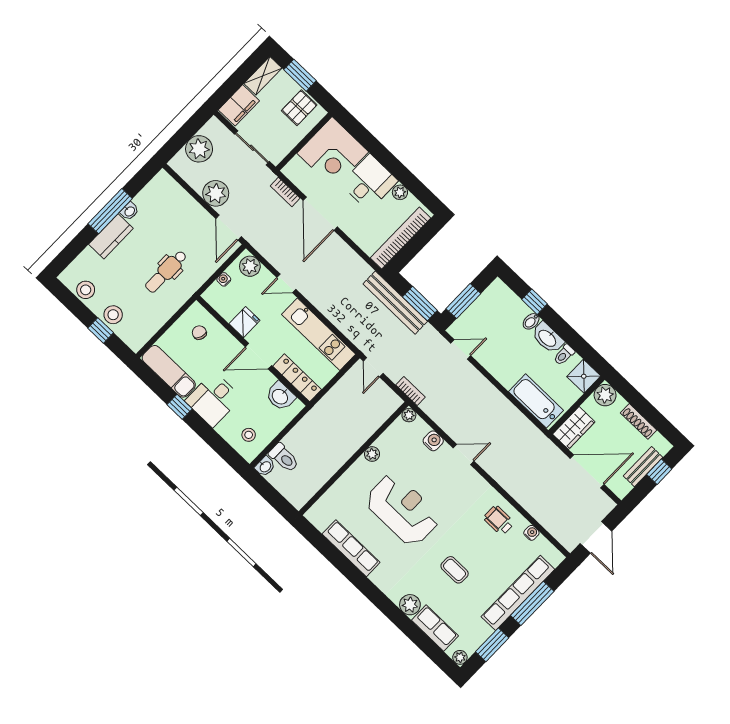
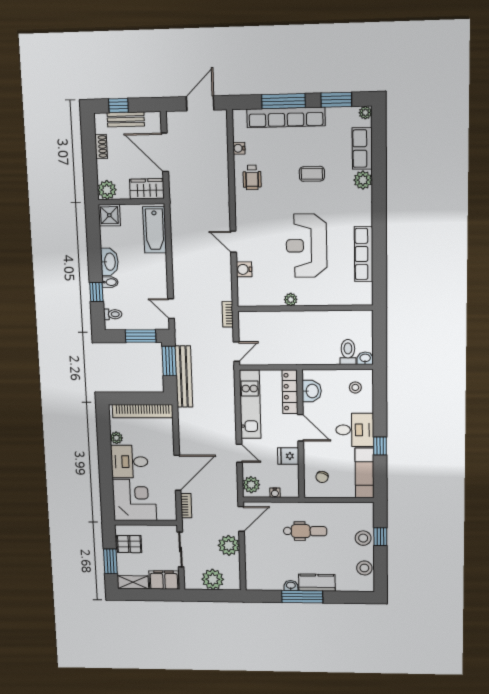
toilet: (564, 355) -> (113, 314), moved
plant: (409, 415) -> (243, 300), removed
shoe rack: (639, 421) -> (101, 146), width x0.70
coffee table: (455, 570) -> (312, 174), turned 90

